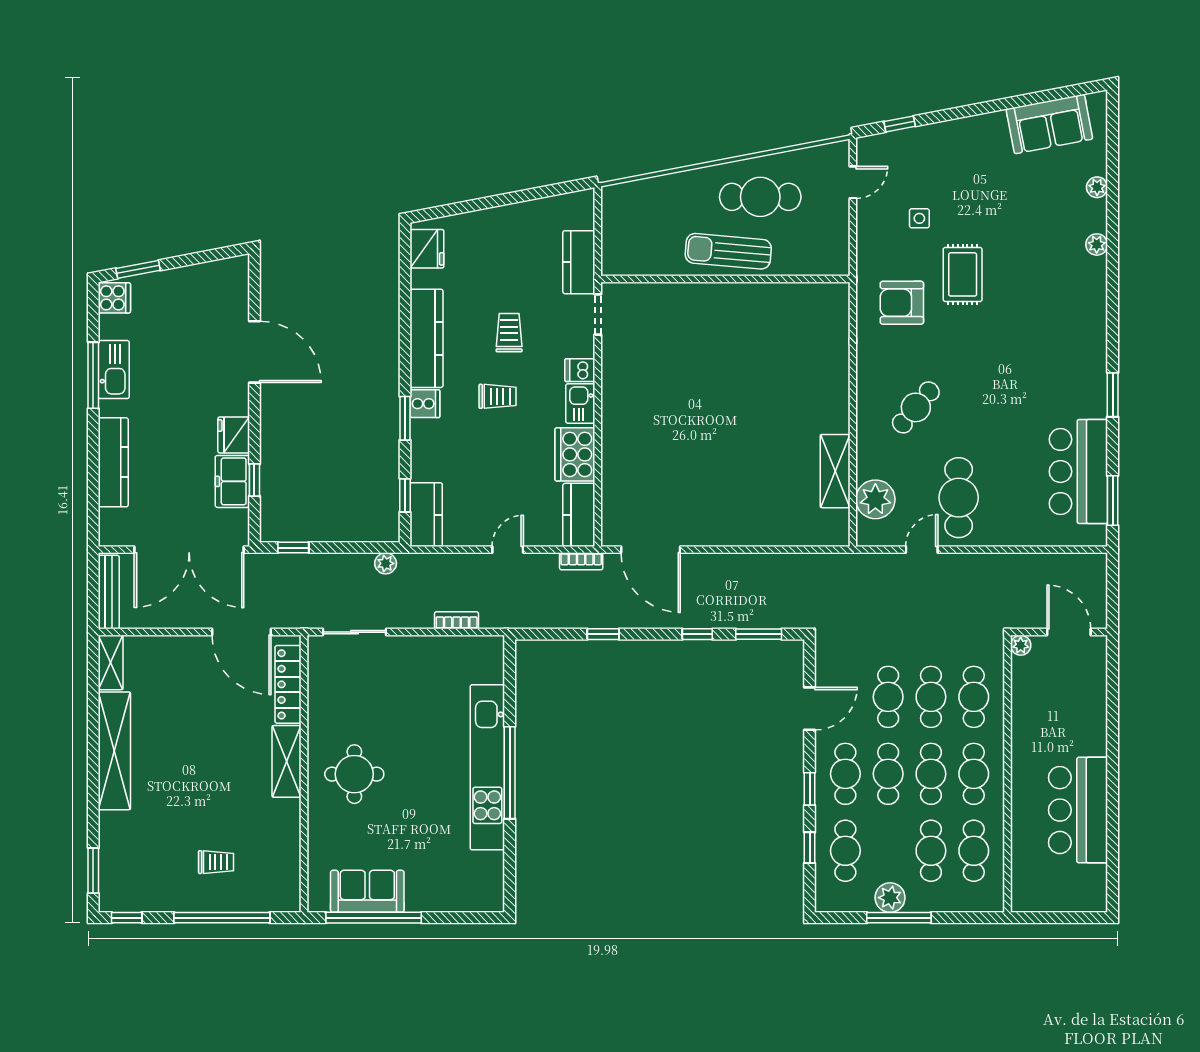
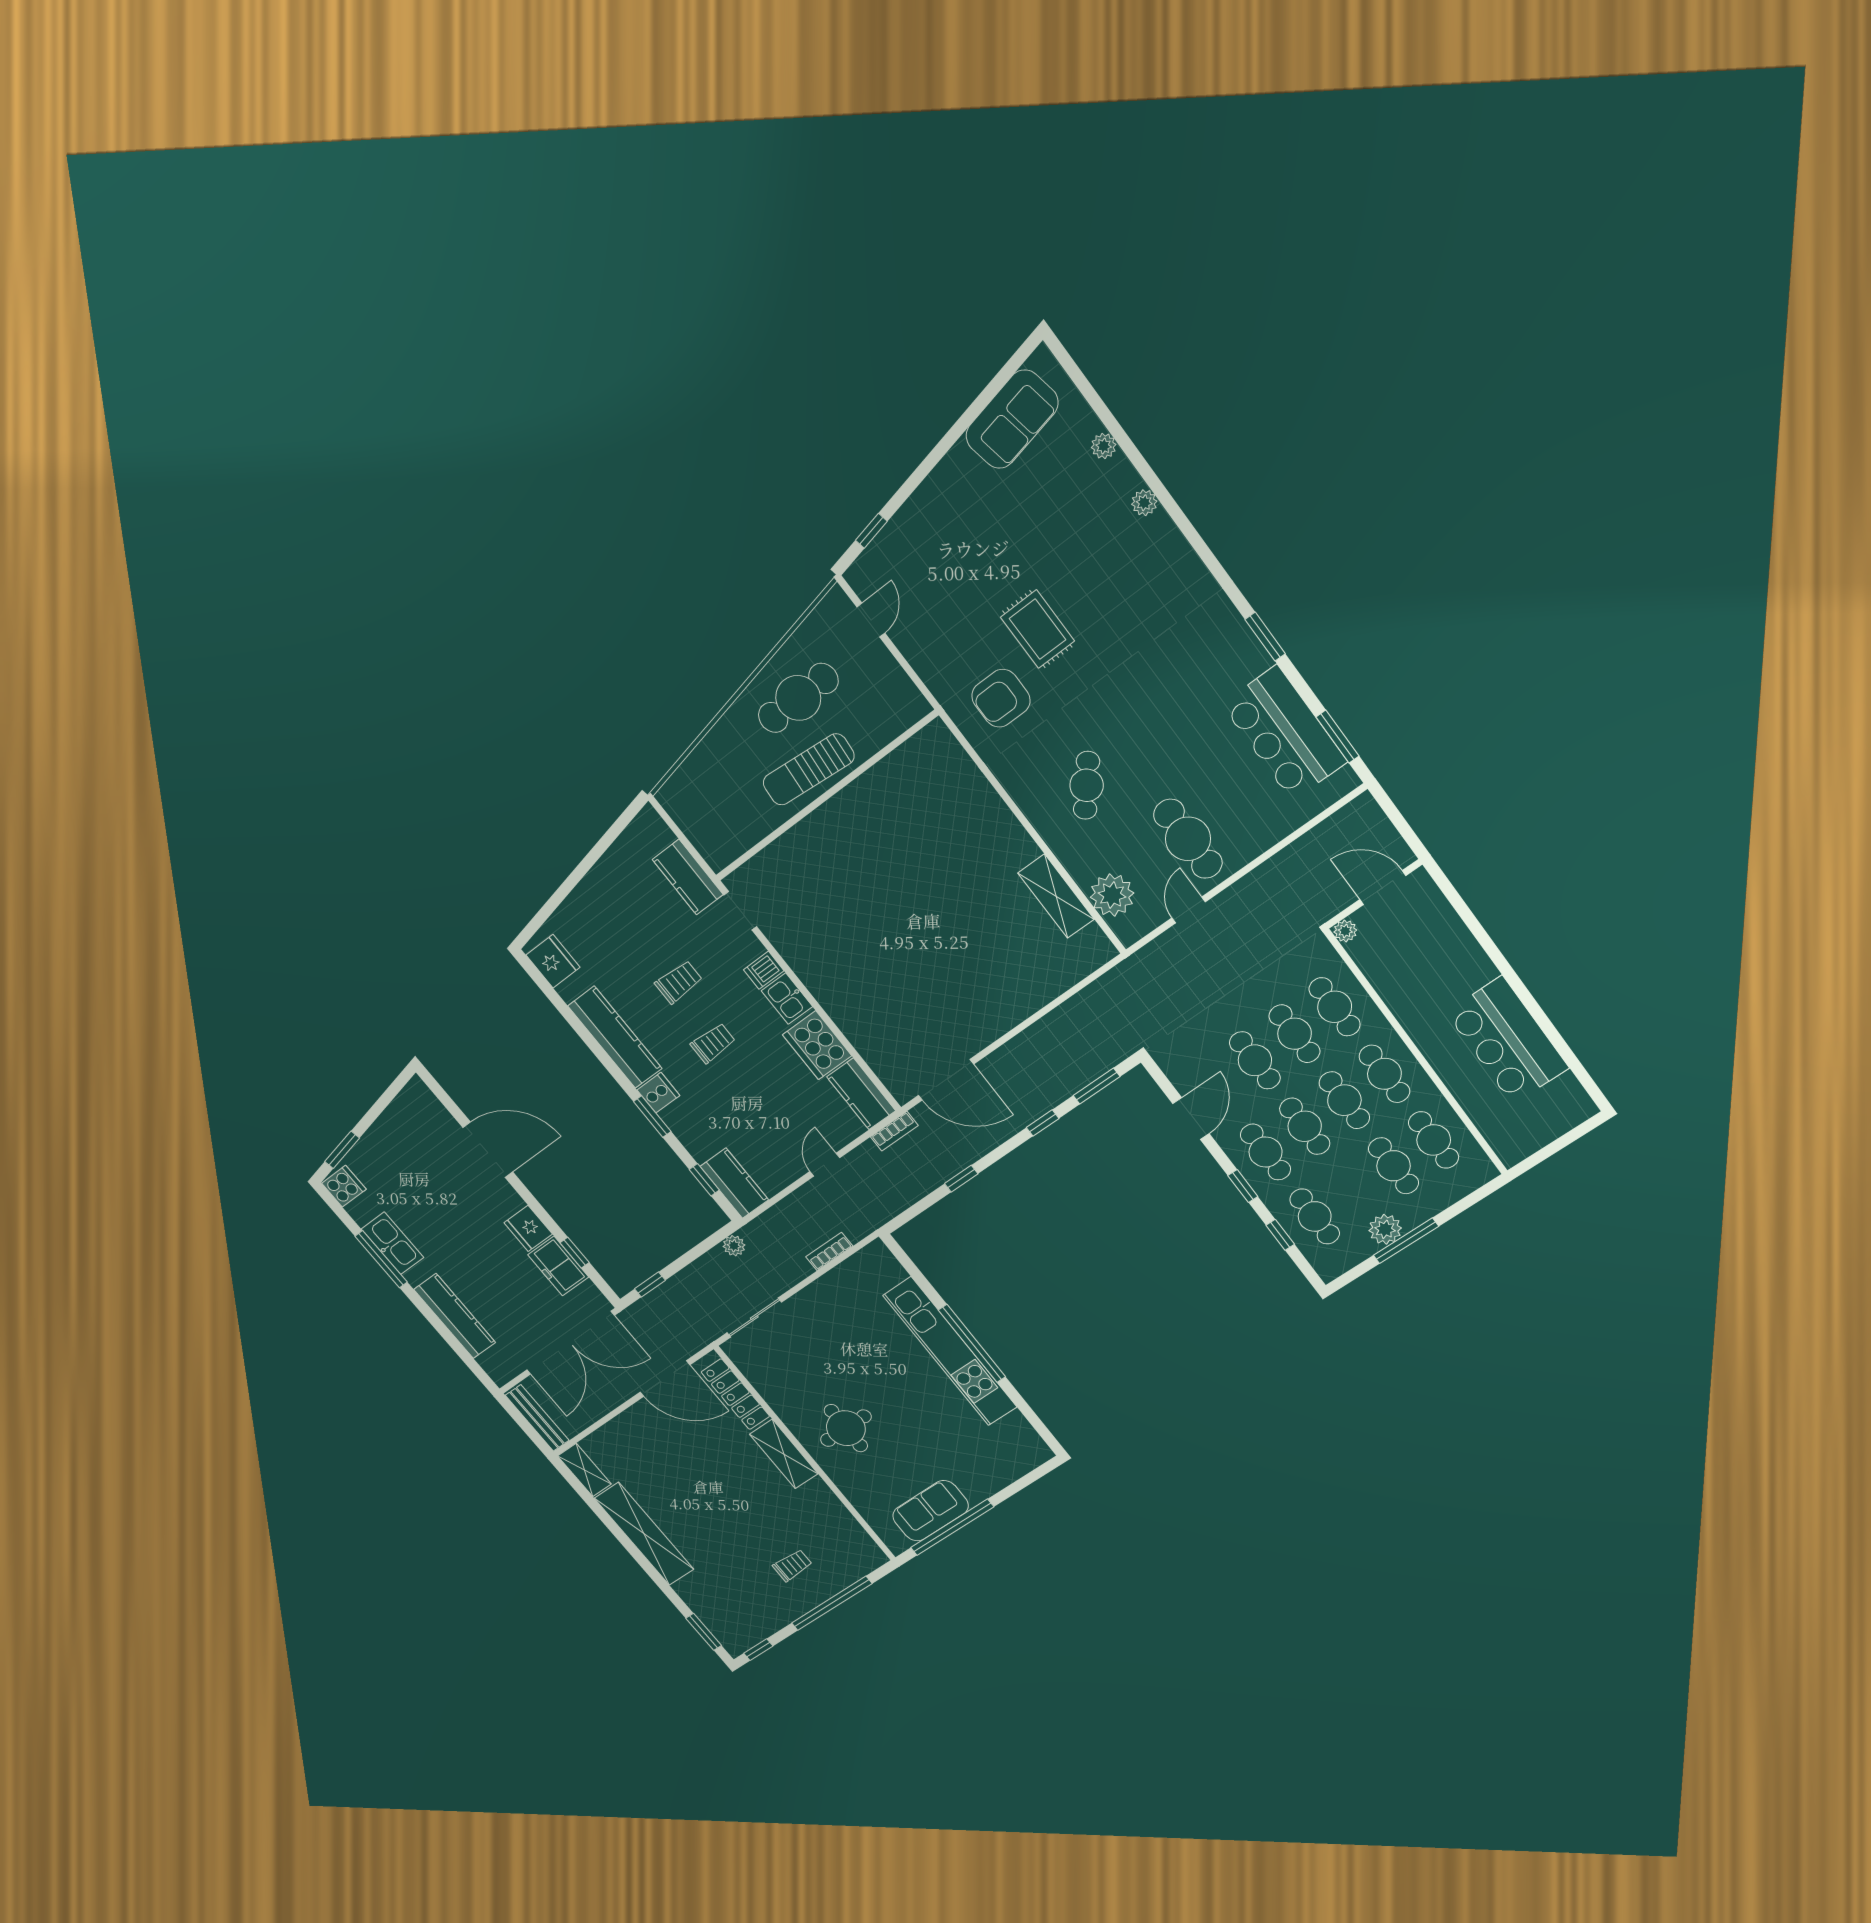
side table: (919, 218) -> (957, 607), removed
trolley: (509, 333) -> (679, 982), turned 90

